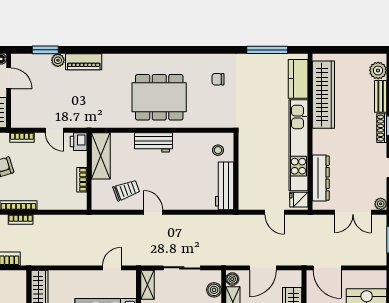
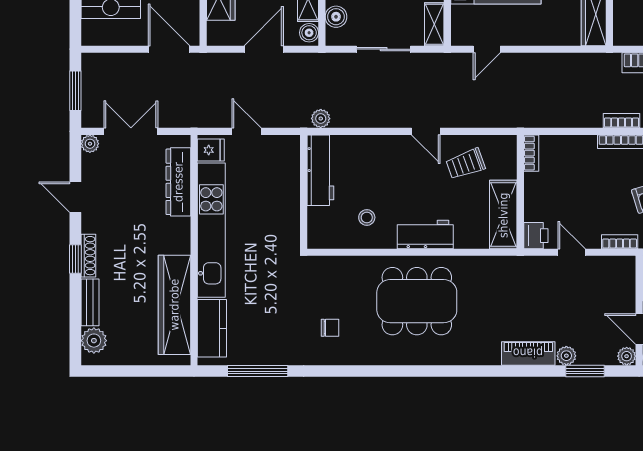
plant: (17, 60) -> (627, 356), added
stool: (218, 150) -> (367, 217), moved
bookcase: (82, 180) -> (531, 153), moved
plant: (224, 221) -> (321, 119), added

